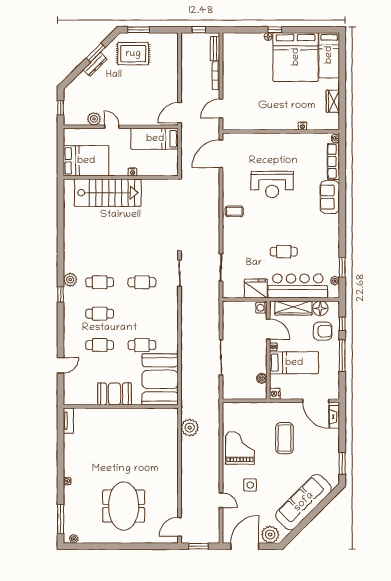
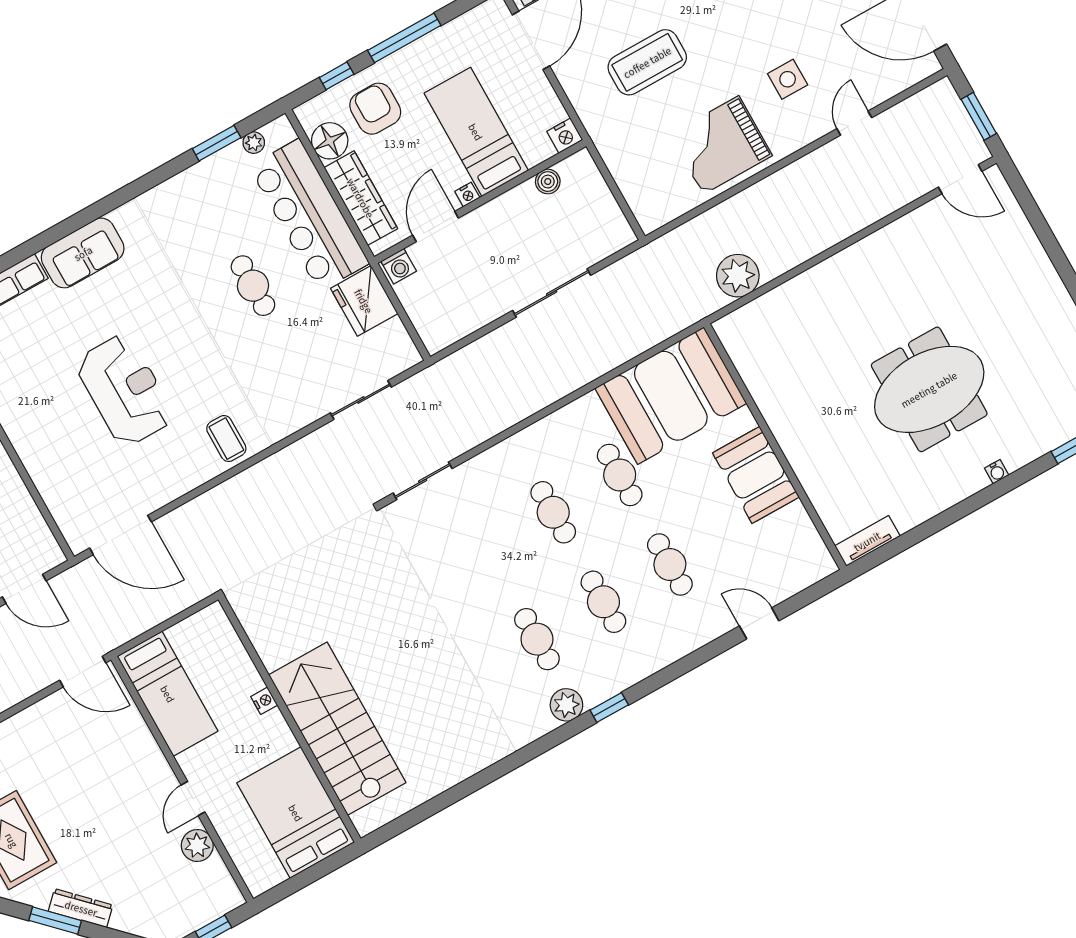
cafe table: (142, 282) -> (553, 512), moved
meeting table: (124, 506) -> (929, 389), moved

